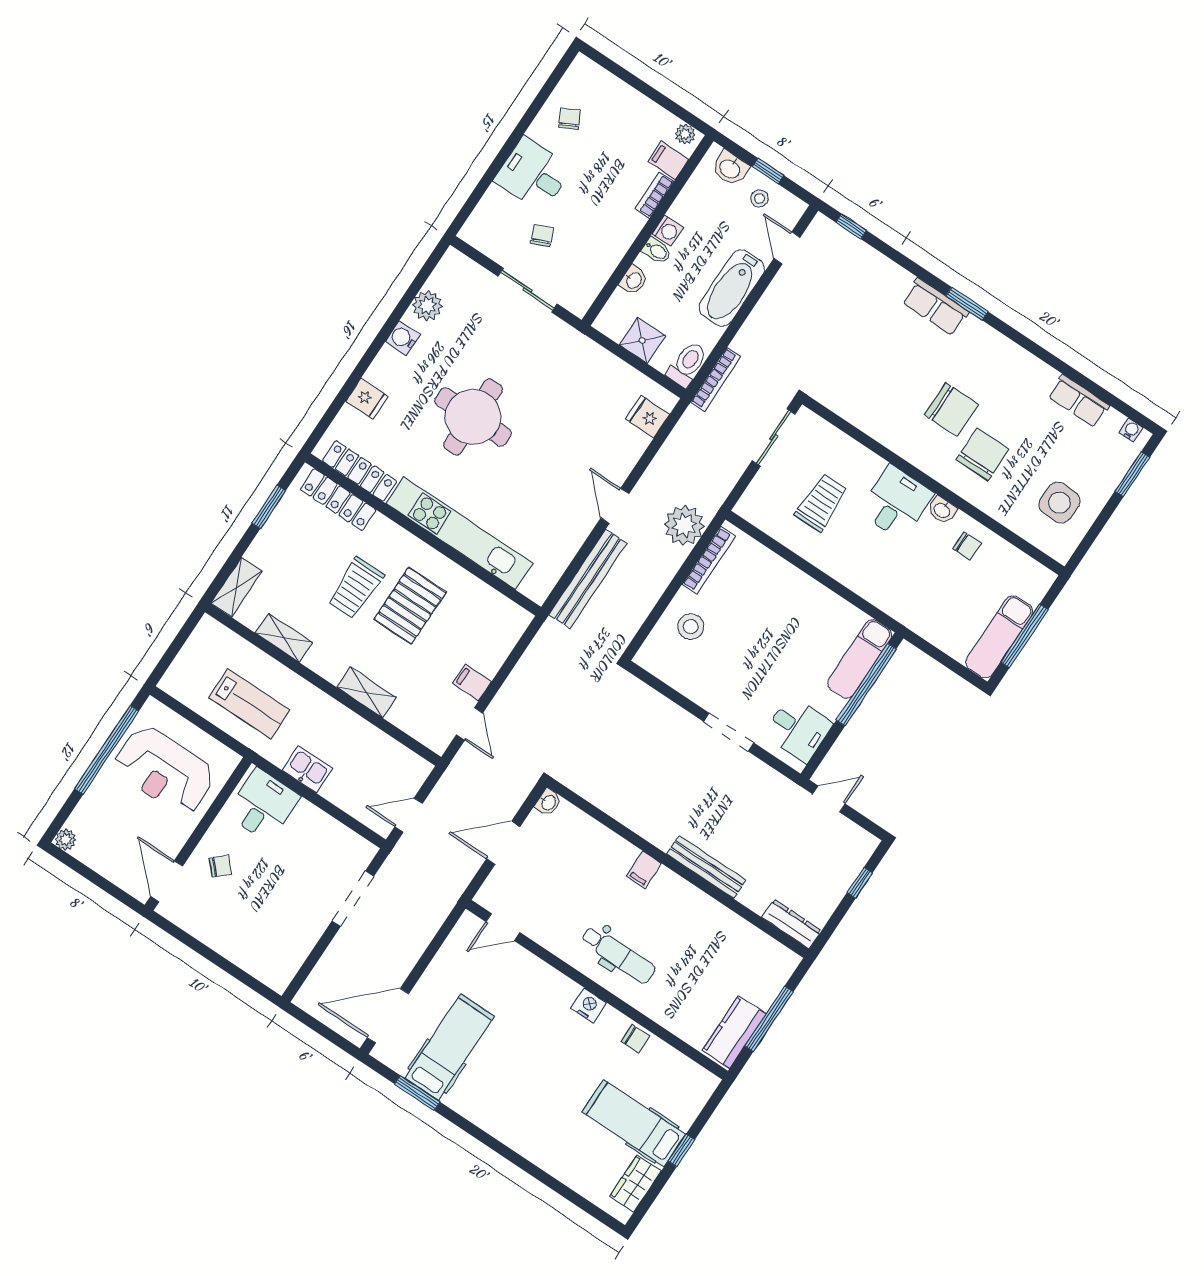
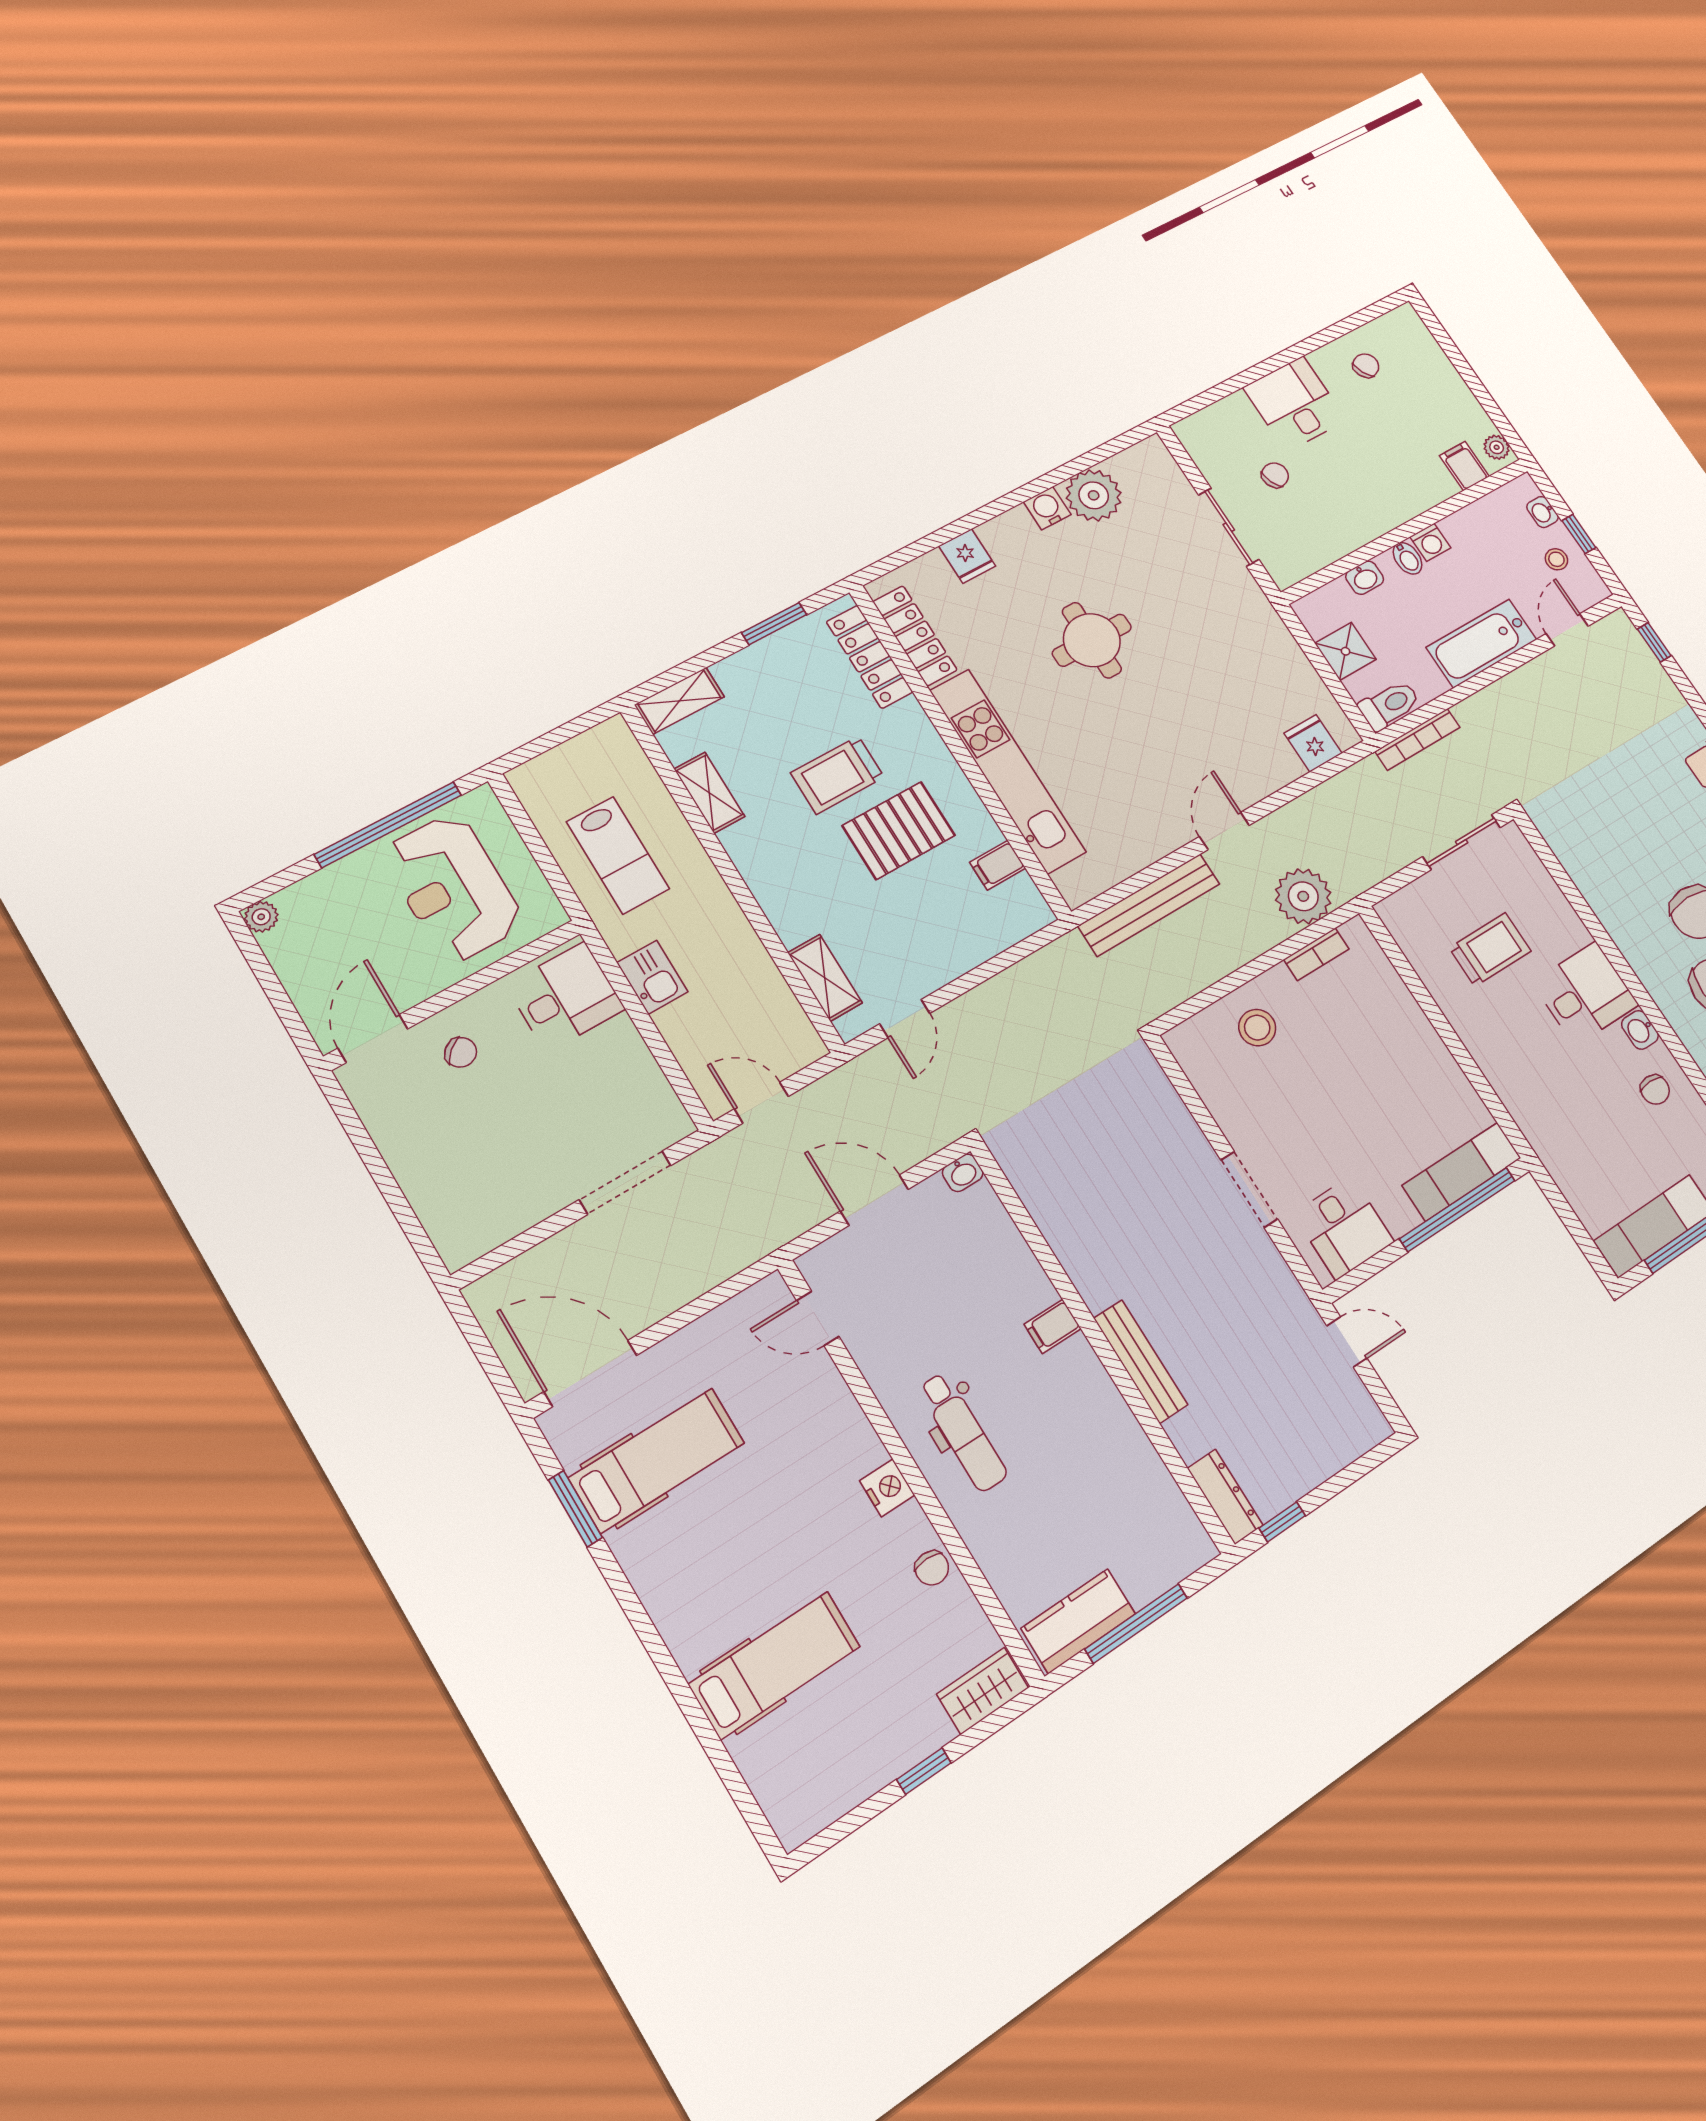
washbasin: (730, 168) -> (1542, 512), width x0.72, depth x0.69
bookcase: (654, 195) -> (1431, 496), removed
plant: (427, 306) -> (1094, 495), width x1.36, depth x1.36
round table: (473, 417) -> (1092, 640), width x0.73, depth x0.73
bookcase: (709, 560) -> (1316, 954), width x0.64
filing cabinet: (472, 682) -> (998, 865), moved, turned -90
shelving: (367, 692) -> (825, 978), moved
window: (860, 883) -> (1282, 1522), moved
hospital bed: (634, 1123) -> (774, 1665), moved, turned 90
wardrobe: (635, 1184) -> (983, 1691), moved

